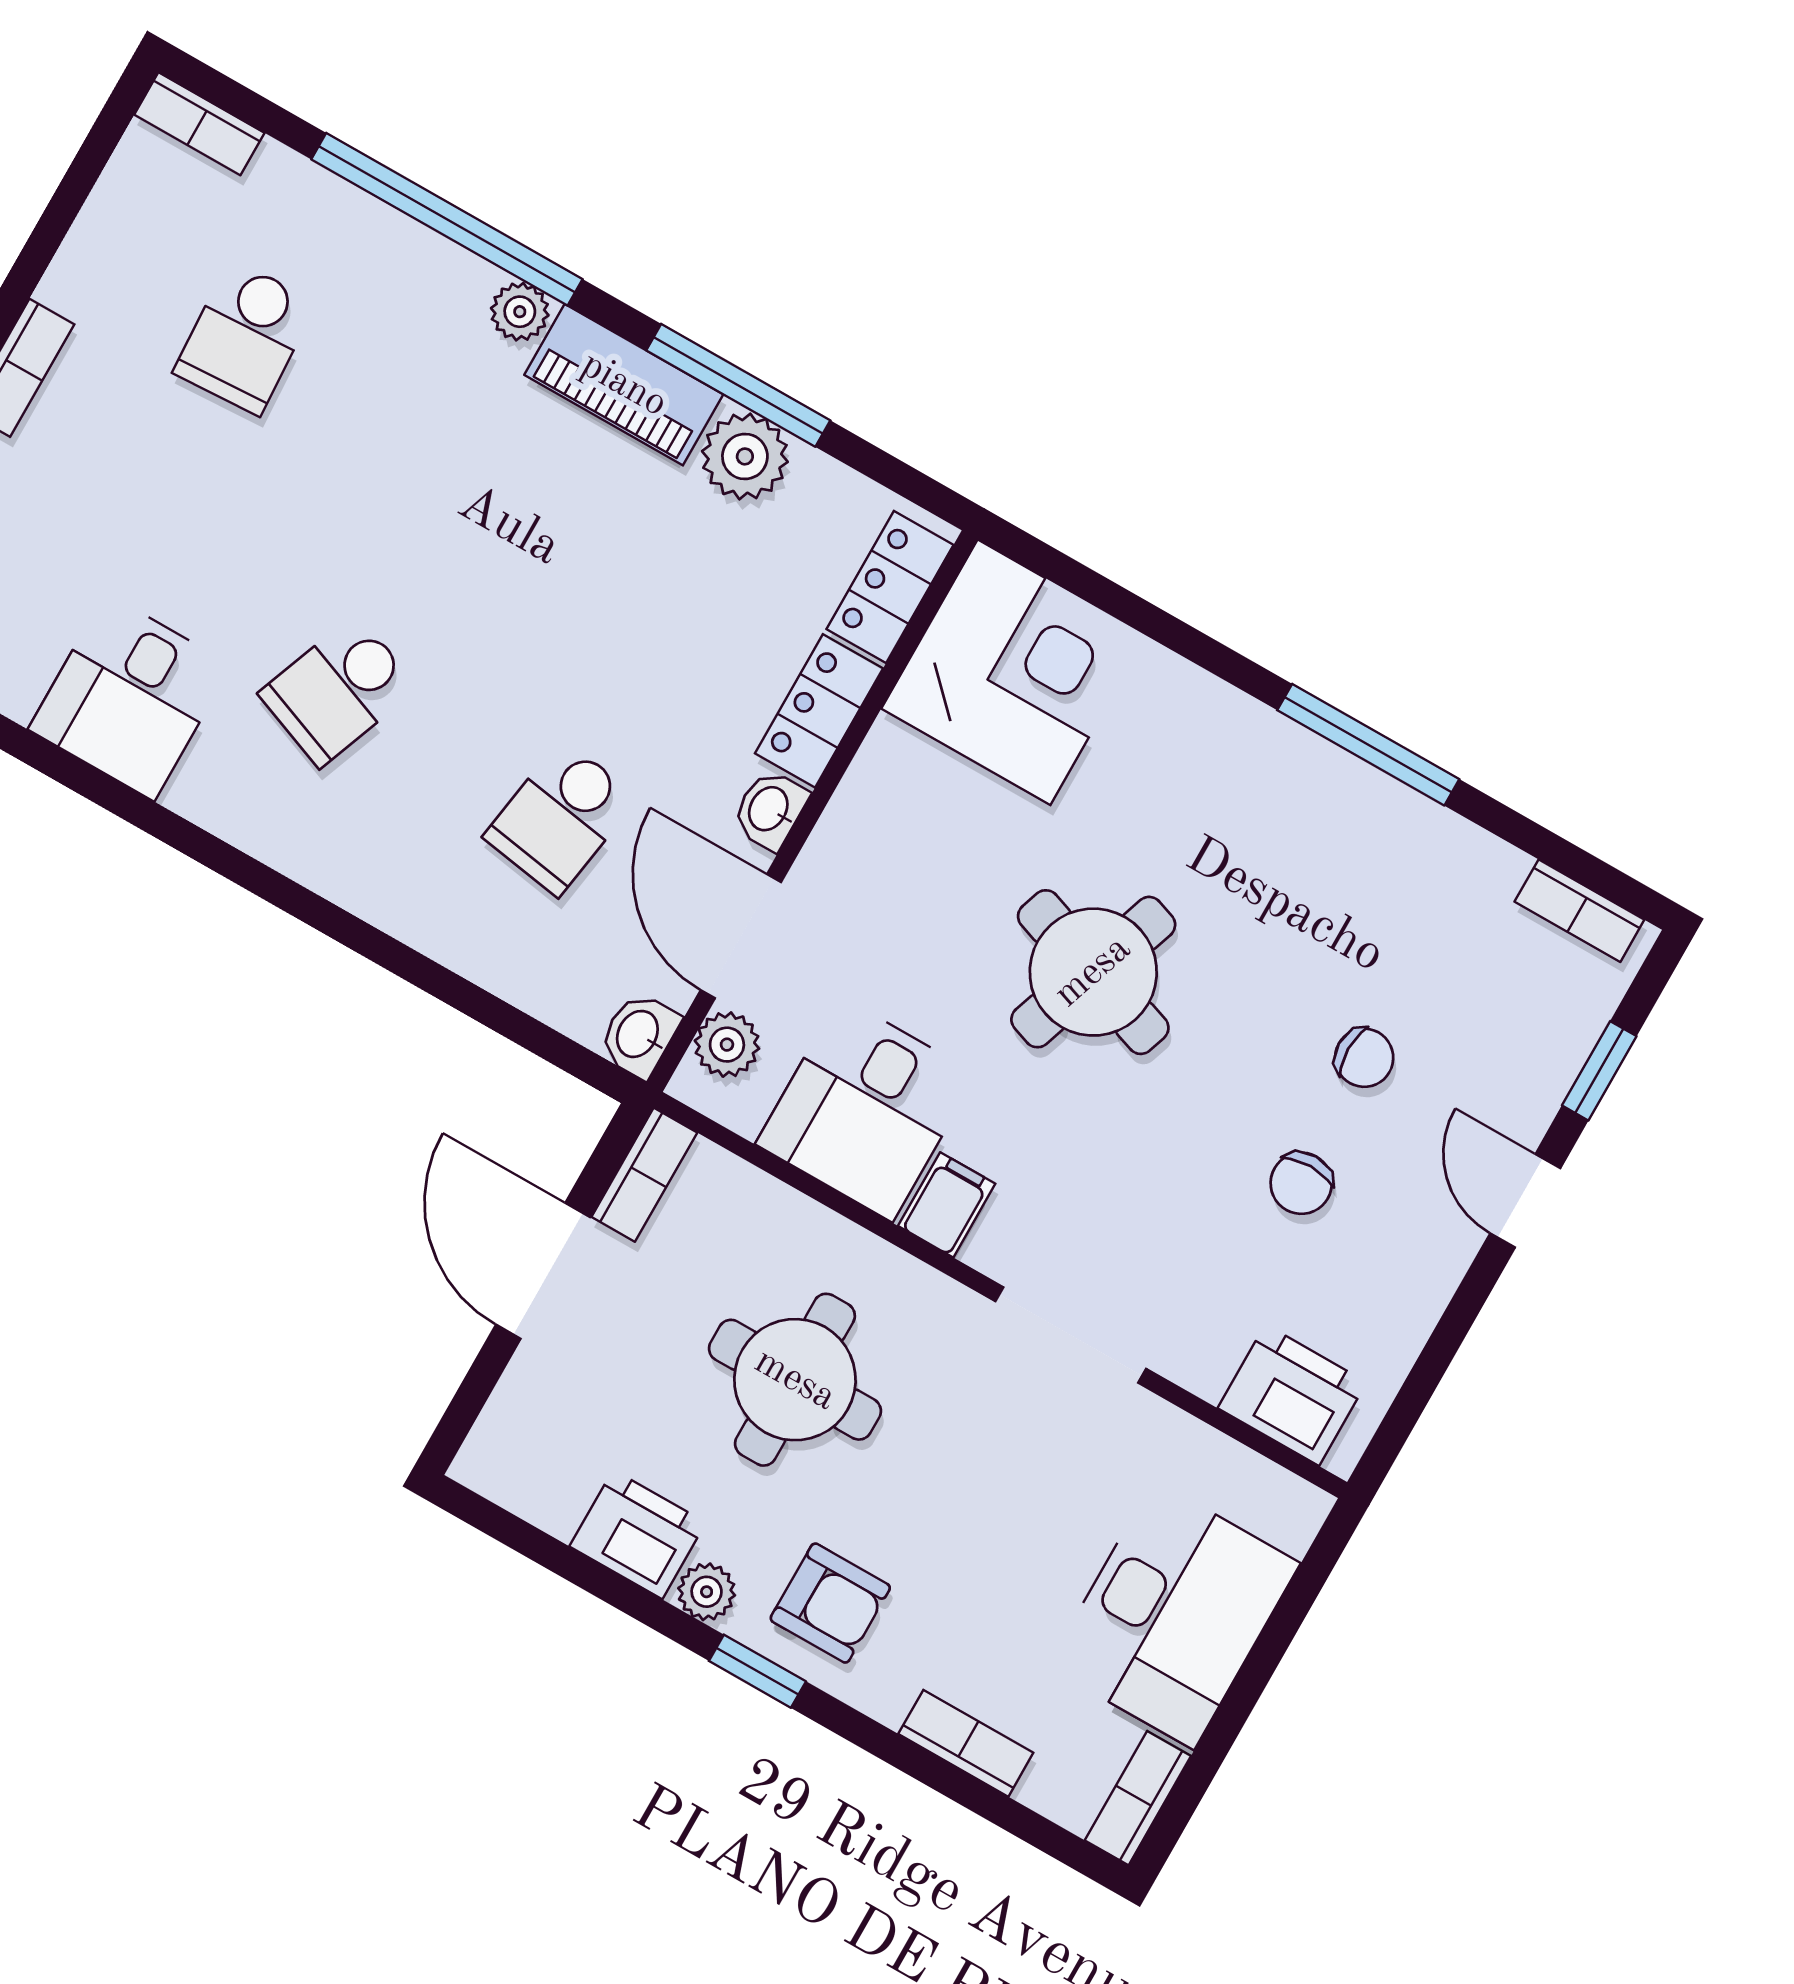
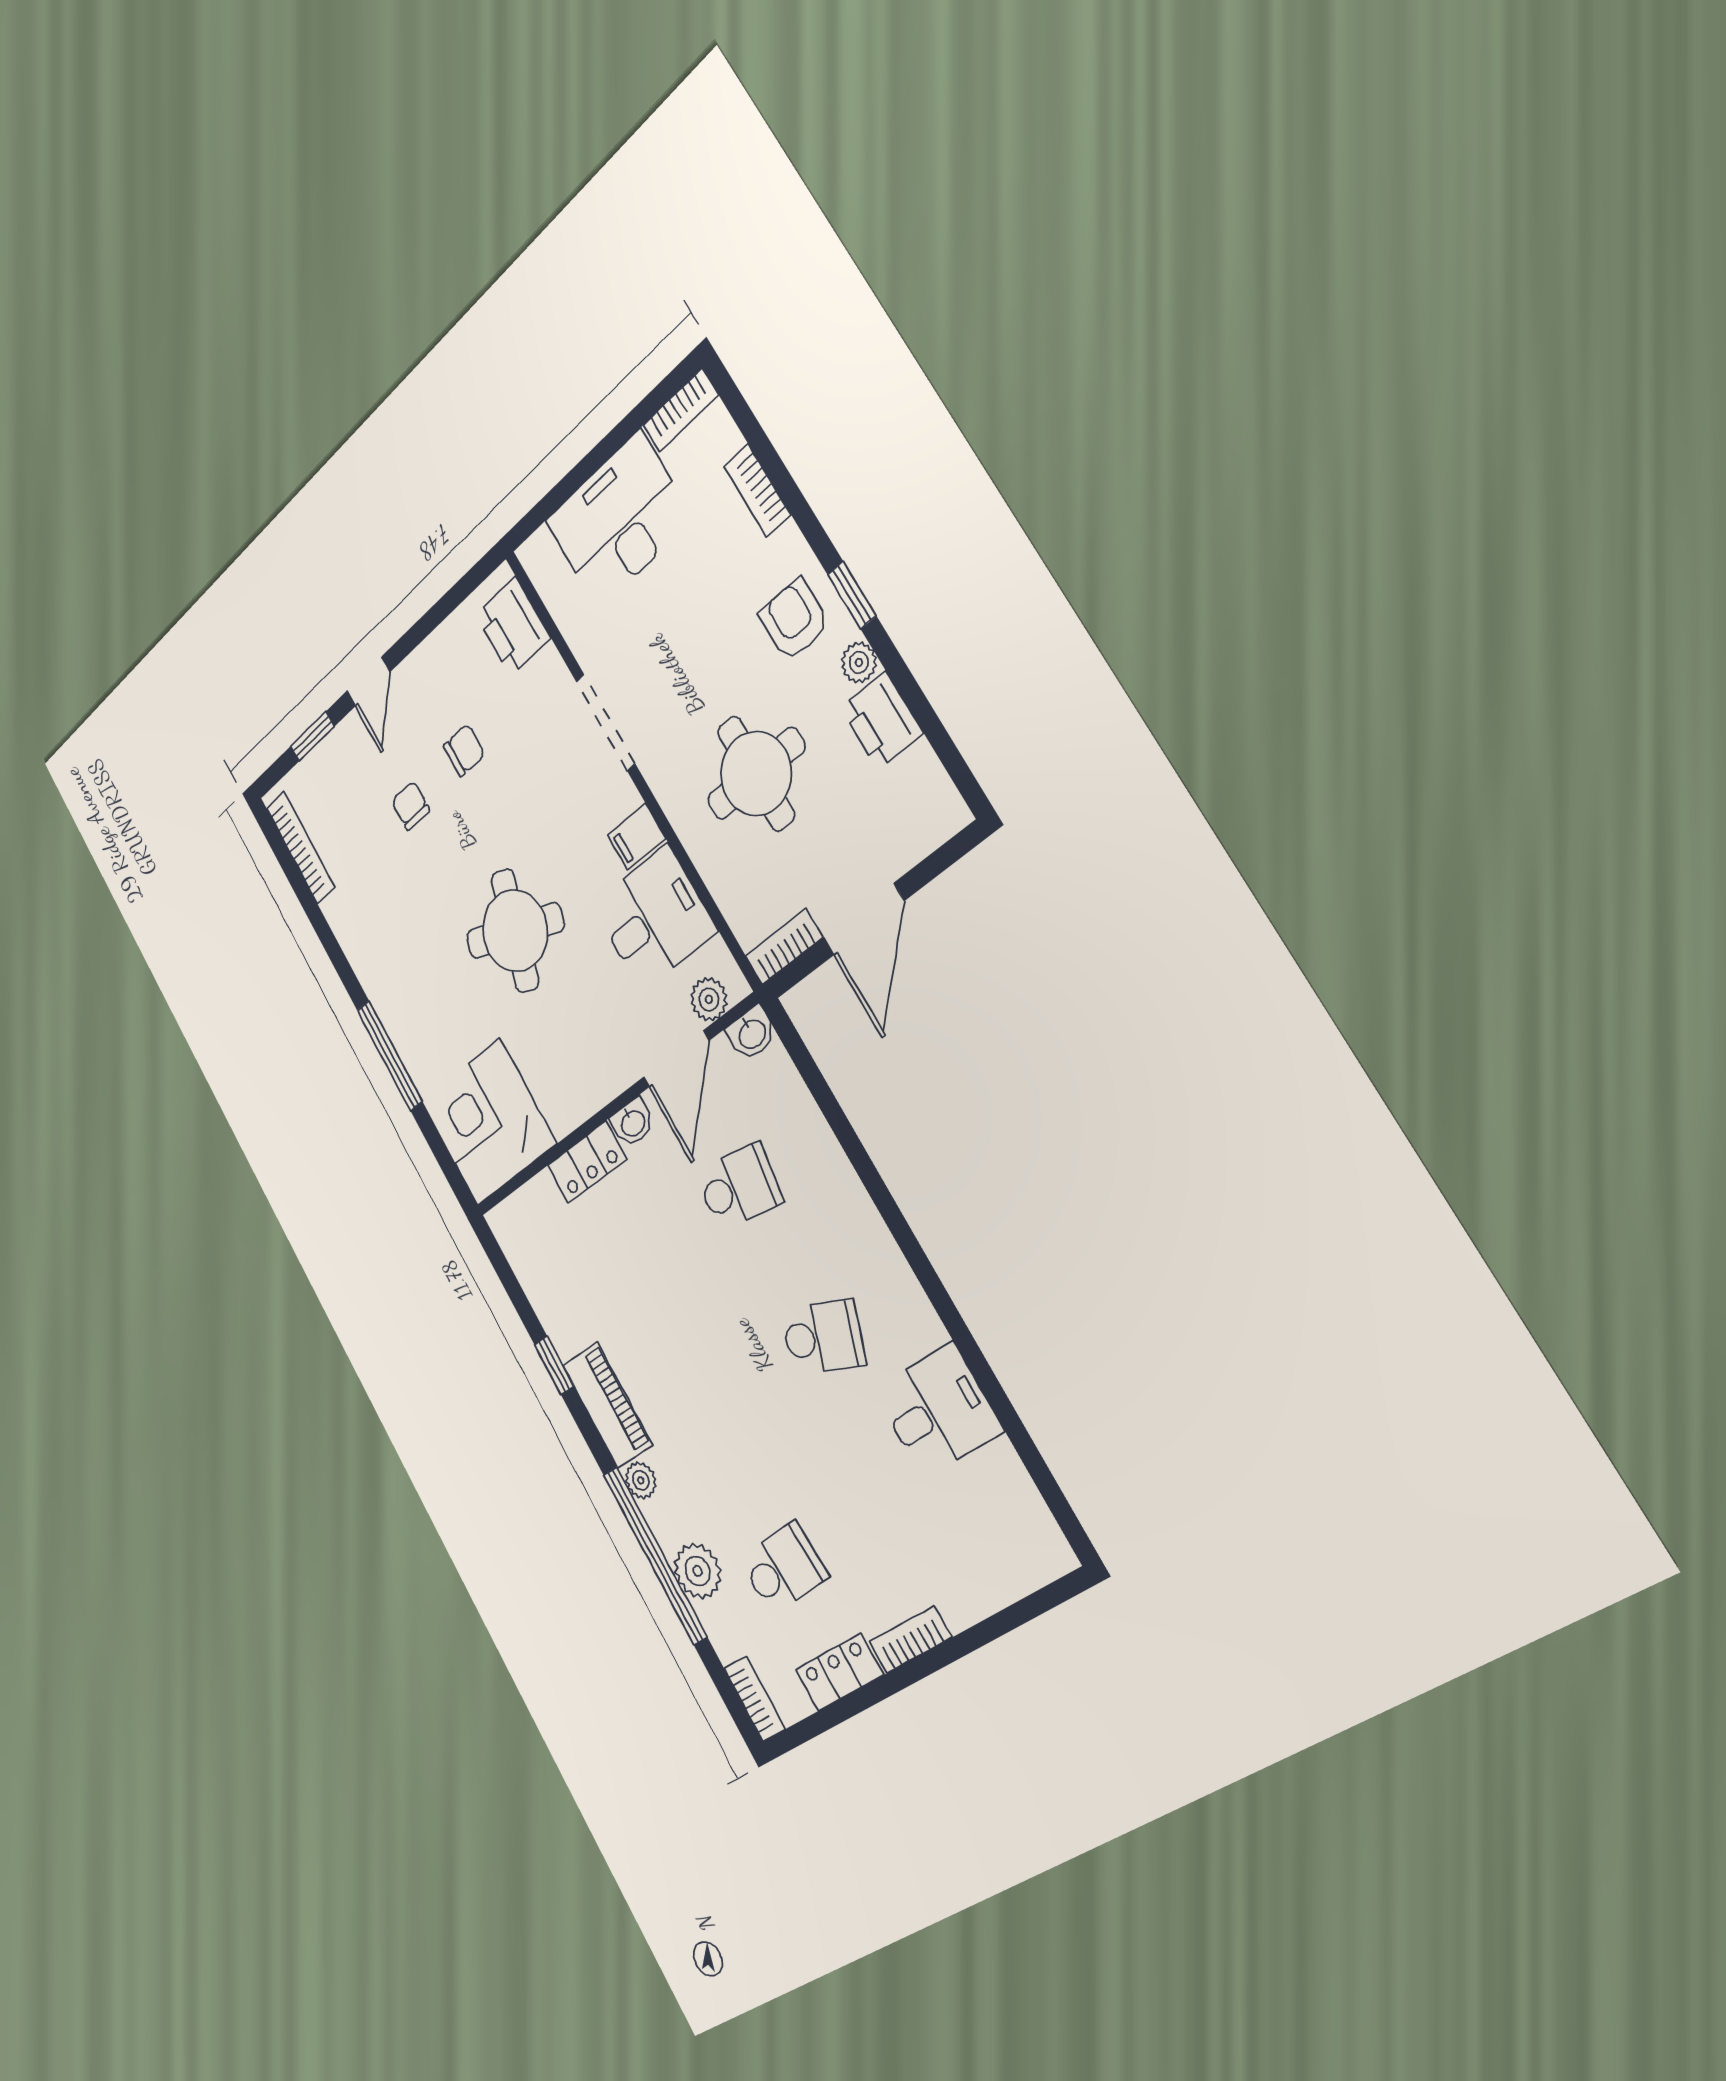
window: (738, 385) -> (554, 1365), width x0.46
plant: (745, 456) -> (698, 1571), moved
locker: (890, 587) -> (839, 1672), moved, turned 180
window: (1368, 745) -> (390, 1056), moved
bookcase: (1579, 911) -> (301, 847), width x1.56

